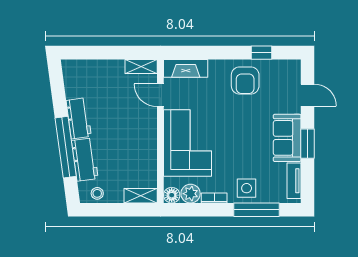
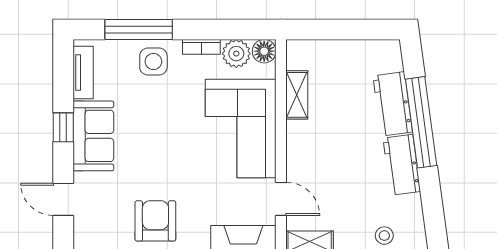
window: (308, 144) -> (63, 127), width x0.67
stool: (97, 193) -> (384, 236), moved
shelving: (141, 196) -> (297, 95), moved, turned 90

